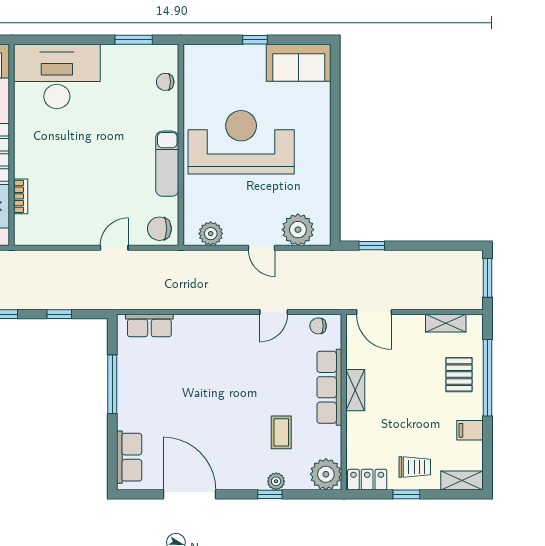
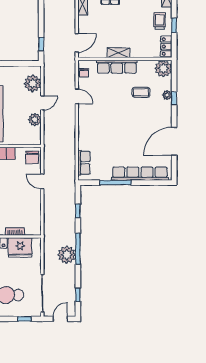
plant: (211, 234) -> (35, 120), moved
row of seats: (129, 457) -> (140, 174), width x2.02

